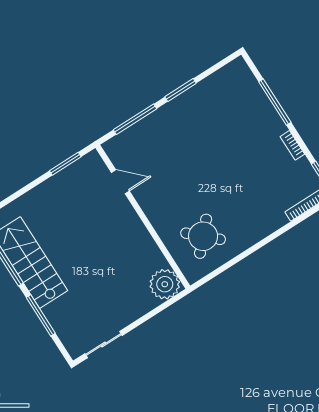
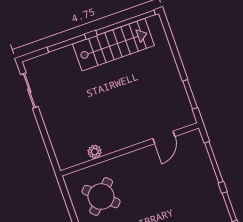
plant: (165, 284) -> (95, 152), moved, width x0.53, depth x0.53

